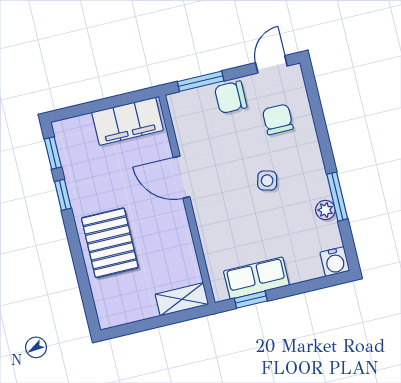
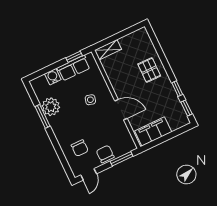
chair: (231, 97) -> (105, 154), turned -90
side table: (267, 181) -> (90, 100), moved
plant: (325, 210) -> (51, 107), width x1.87, depth x1.87
pallet: (110, 243) -> (149, 70), width x0.67, depth x0.71
water cooler: (335, 262) -> (53, 77), moved

